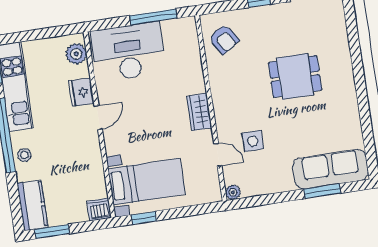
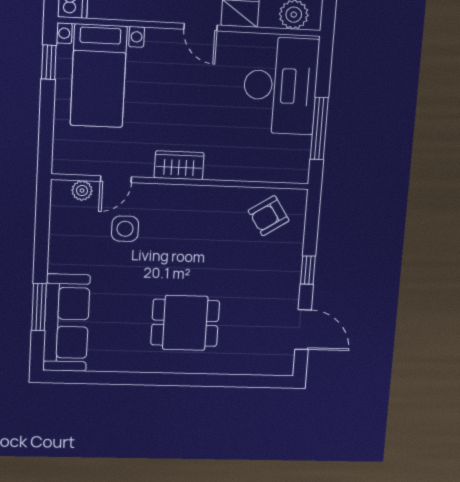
dining table: (295, 76) -> (185, 323), moved, turned 90
plant: (233, 192) -> (82, 191), moved

